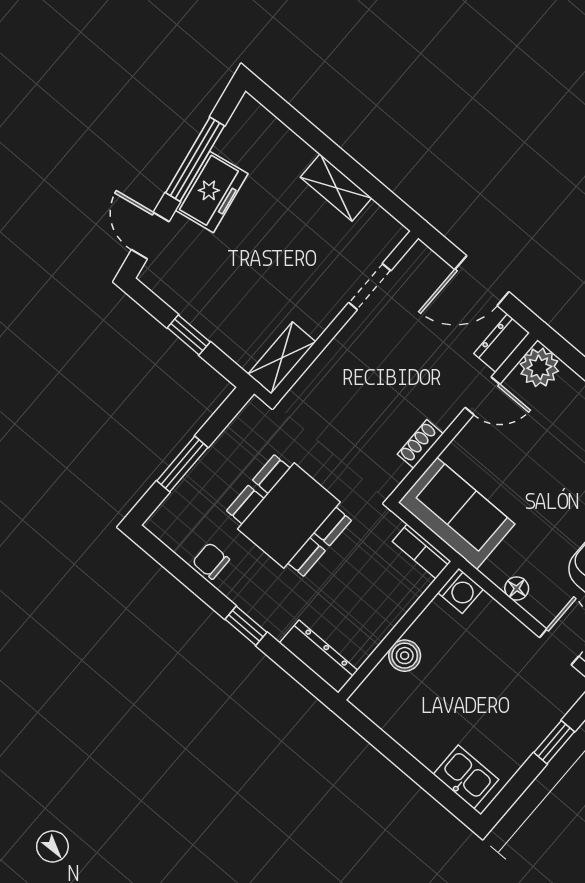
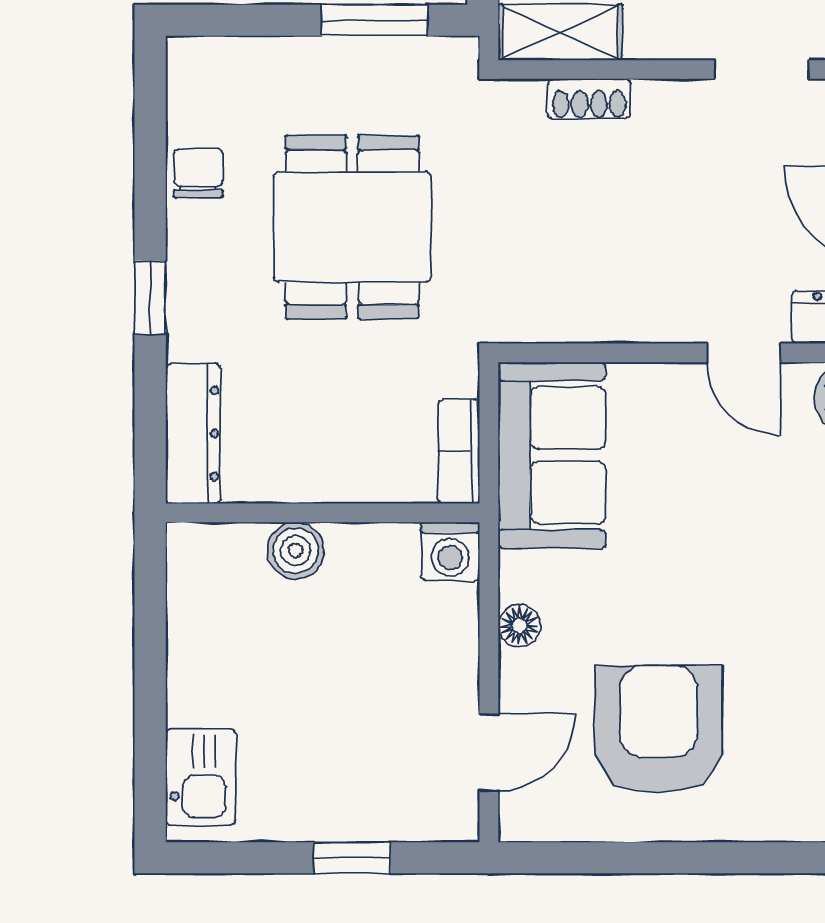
shoe rack: (420, 444) -> (589, 99), moved, turned 180
window: (182, 464) -> (374, 20), moved

